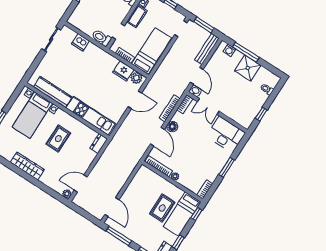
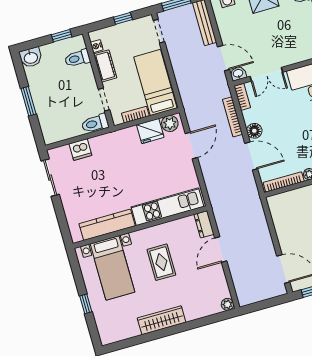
door: (81, 184) -> (221, 249), moved

